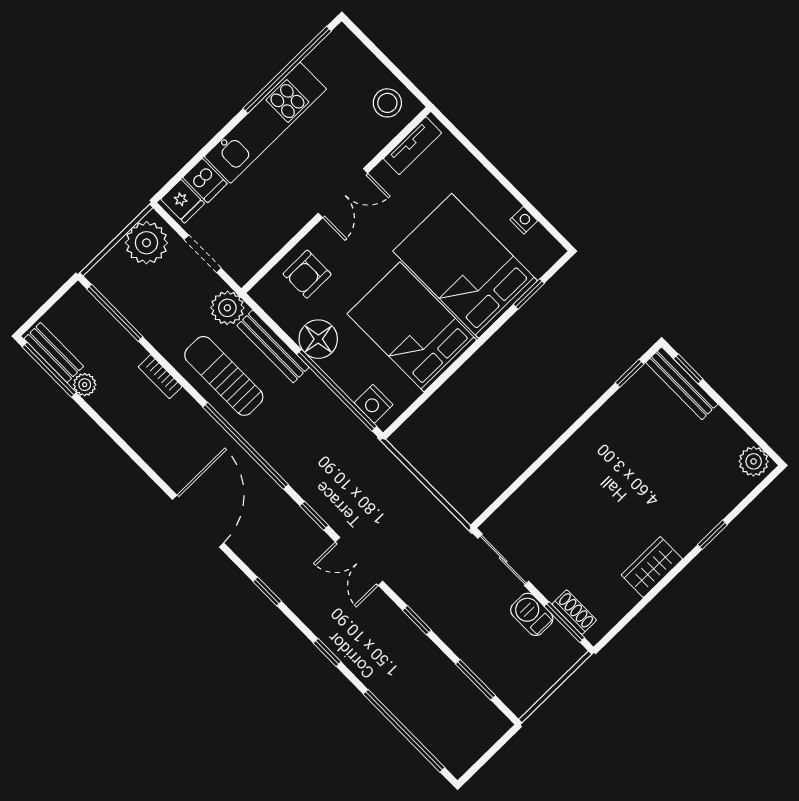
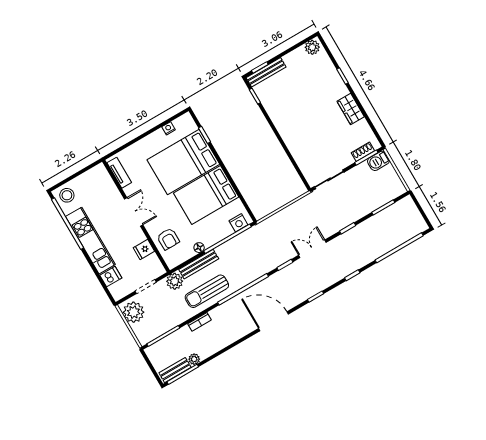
stool: (387, 103) -> (67, 195), moved
fridge: (183, 201) -> (144, 250), moved, turned 180
floor lamp: (318, 339) -> (199, 248), width x0.53, depth x0.53
double door: (359, 561) -> (312, 249), swing flipped
barbecue: (532, 614) -> (378, 161), moved

